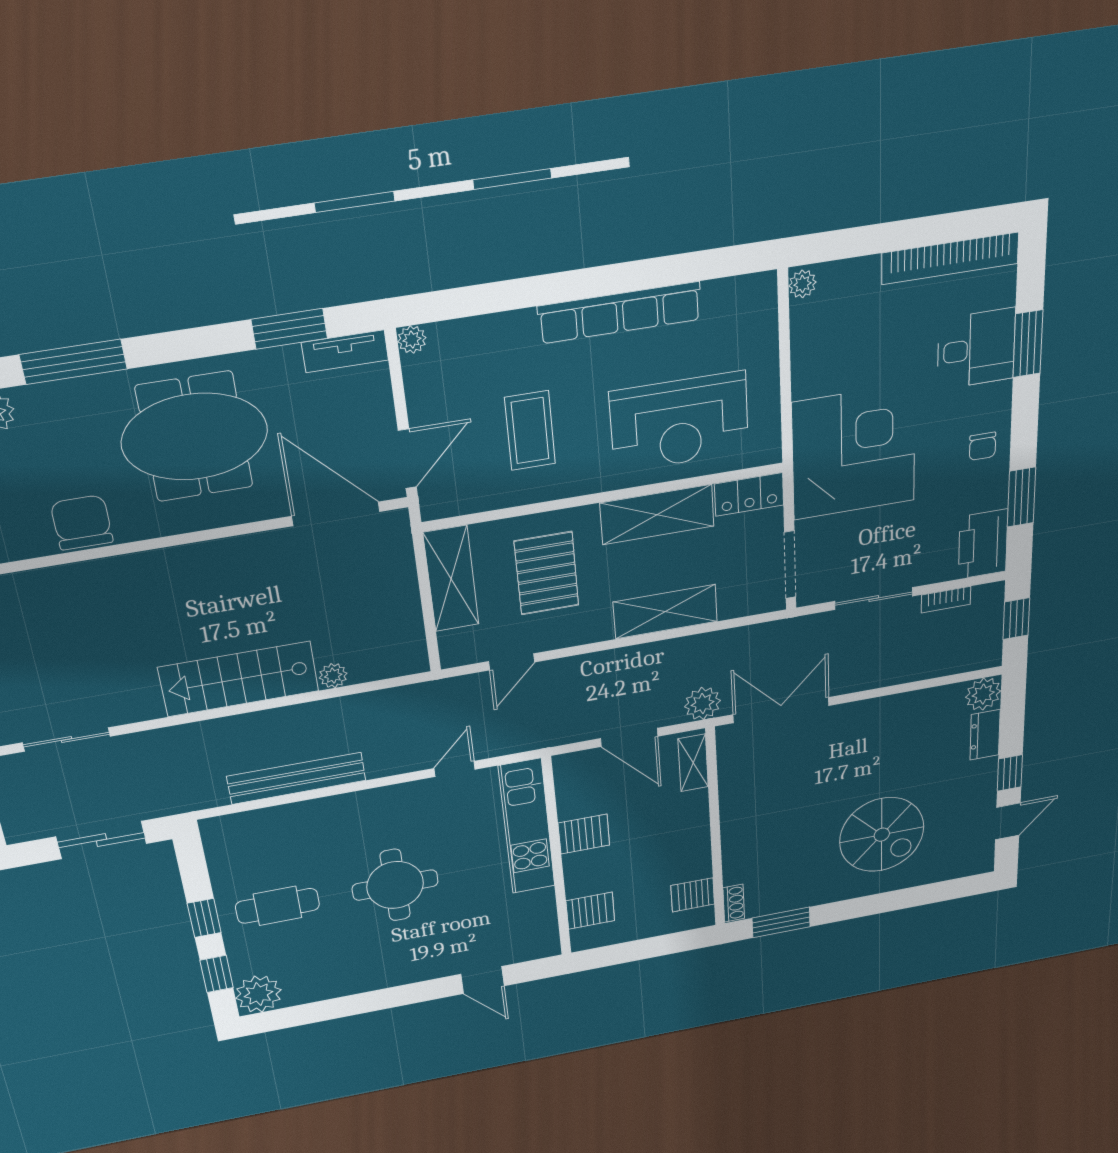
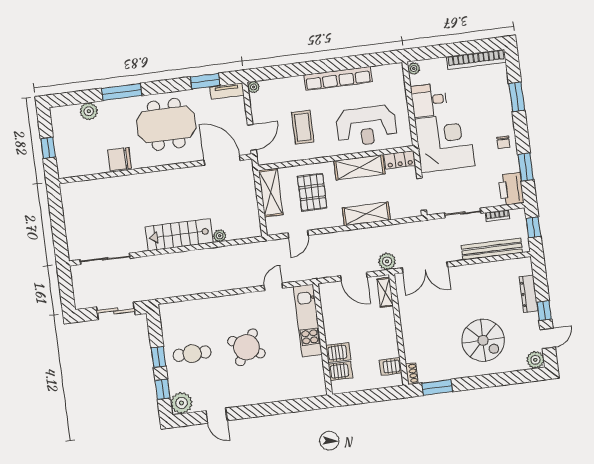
desk: (976, 349) -> (429, 100), moved, turned 180
chair: (82, 523) -> (119, 159), turned -90
plant: (983, 694) -> (535, 360), moved
double door: (781, 710) -> (425, 267), swing flipped
dresser: (985, 735) -> (529, 294), width x1.44
sliding door: (66, 739) -> (105, 259), width x1.37
bench: (296, 778) -> (492, 249), moved
server rack: (584, 834) -> (338, 353), moved
round table: (395, 885) -> (246, 347), turned 31
door: (483, 980) -> (217, 416), moved

